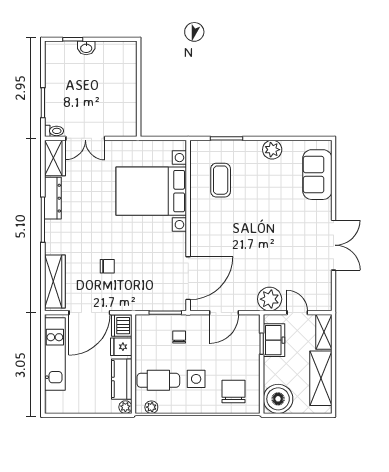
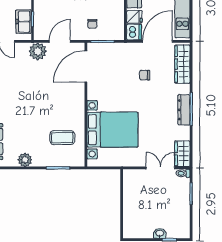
coffee table: (221, 180) -> (62, 138), turned 90
dresser: (53, 198) -> (184, 110), moved
plant: (270, 299) -> (38, 51), moved

